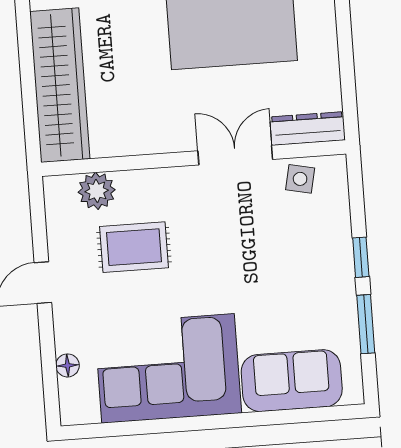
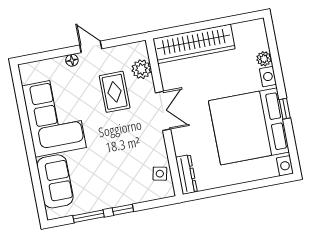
double door: (235, 155) -> (163, 111), moved
floor lamp: (67, 365) -> (72, 60), moved

